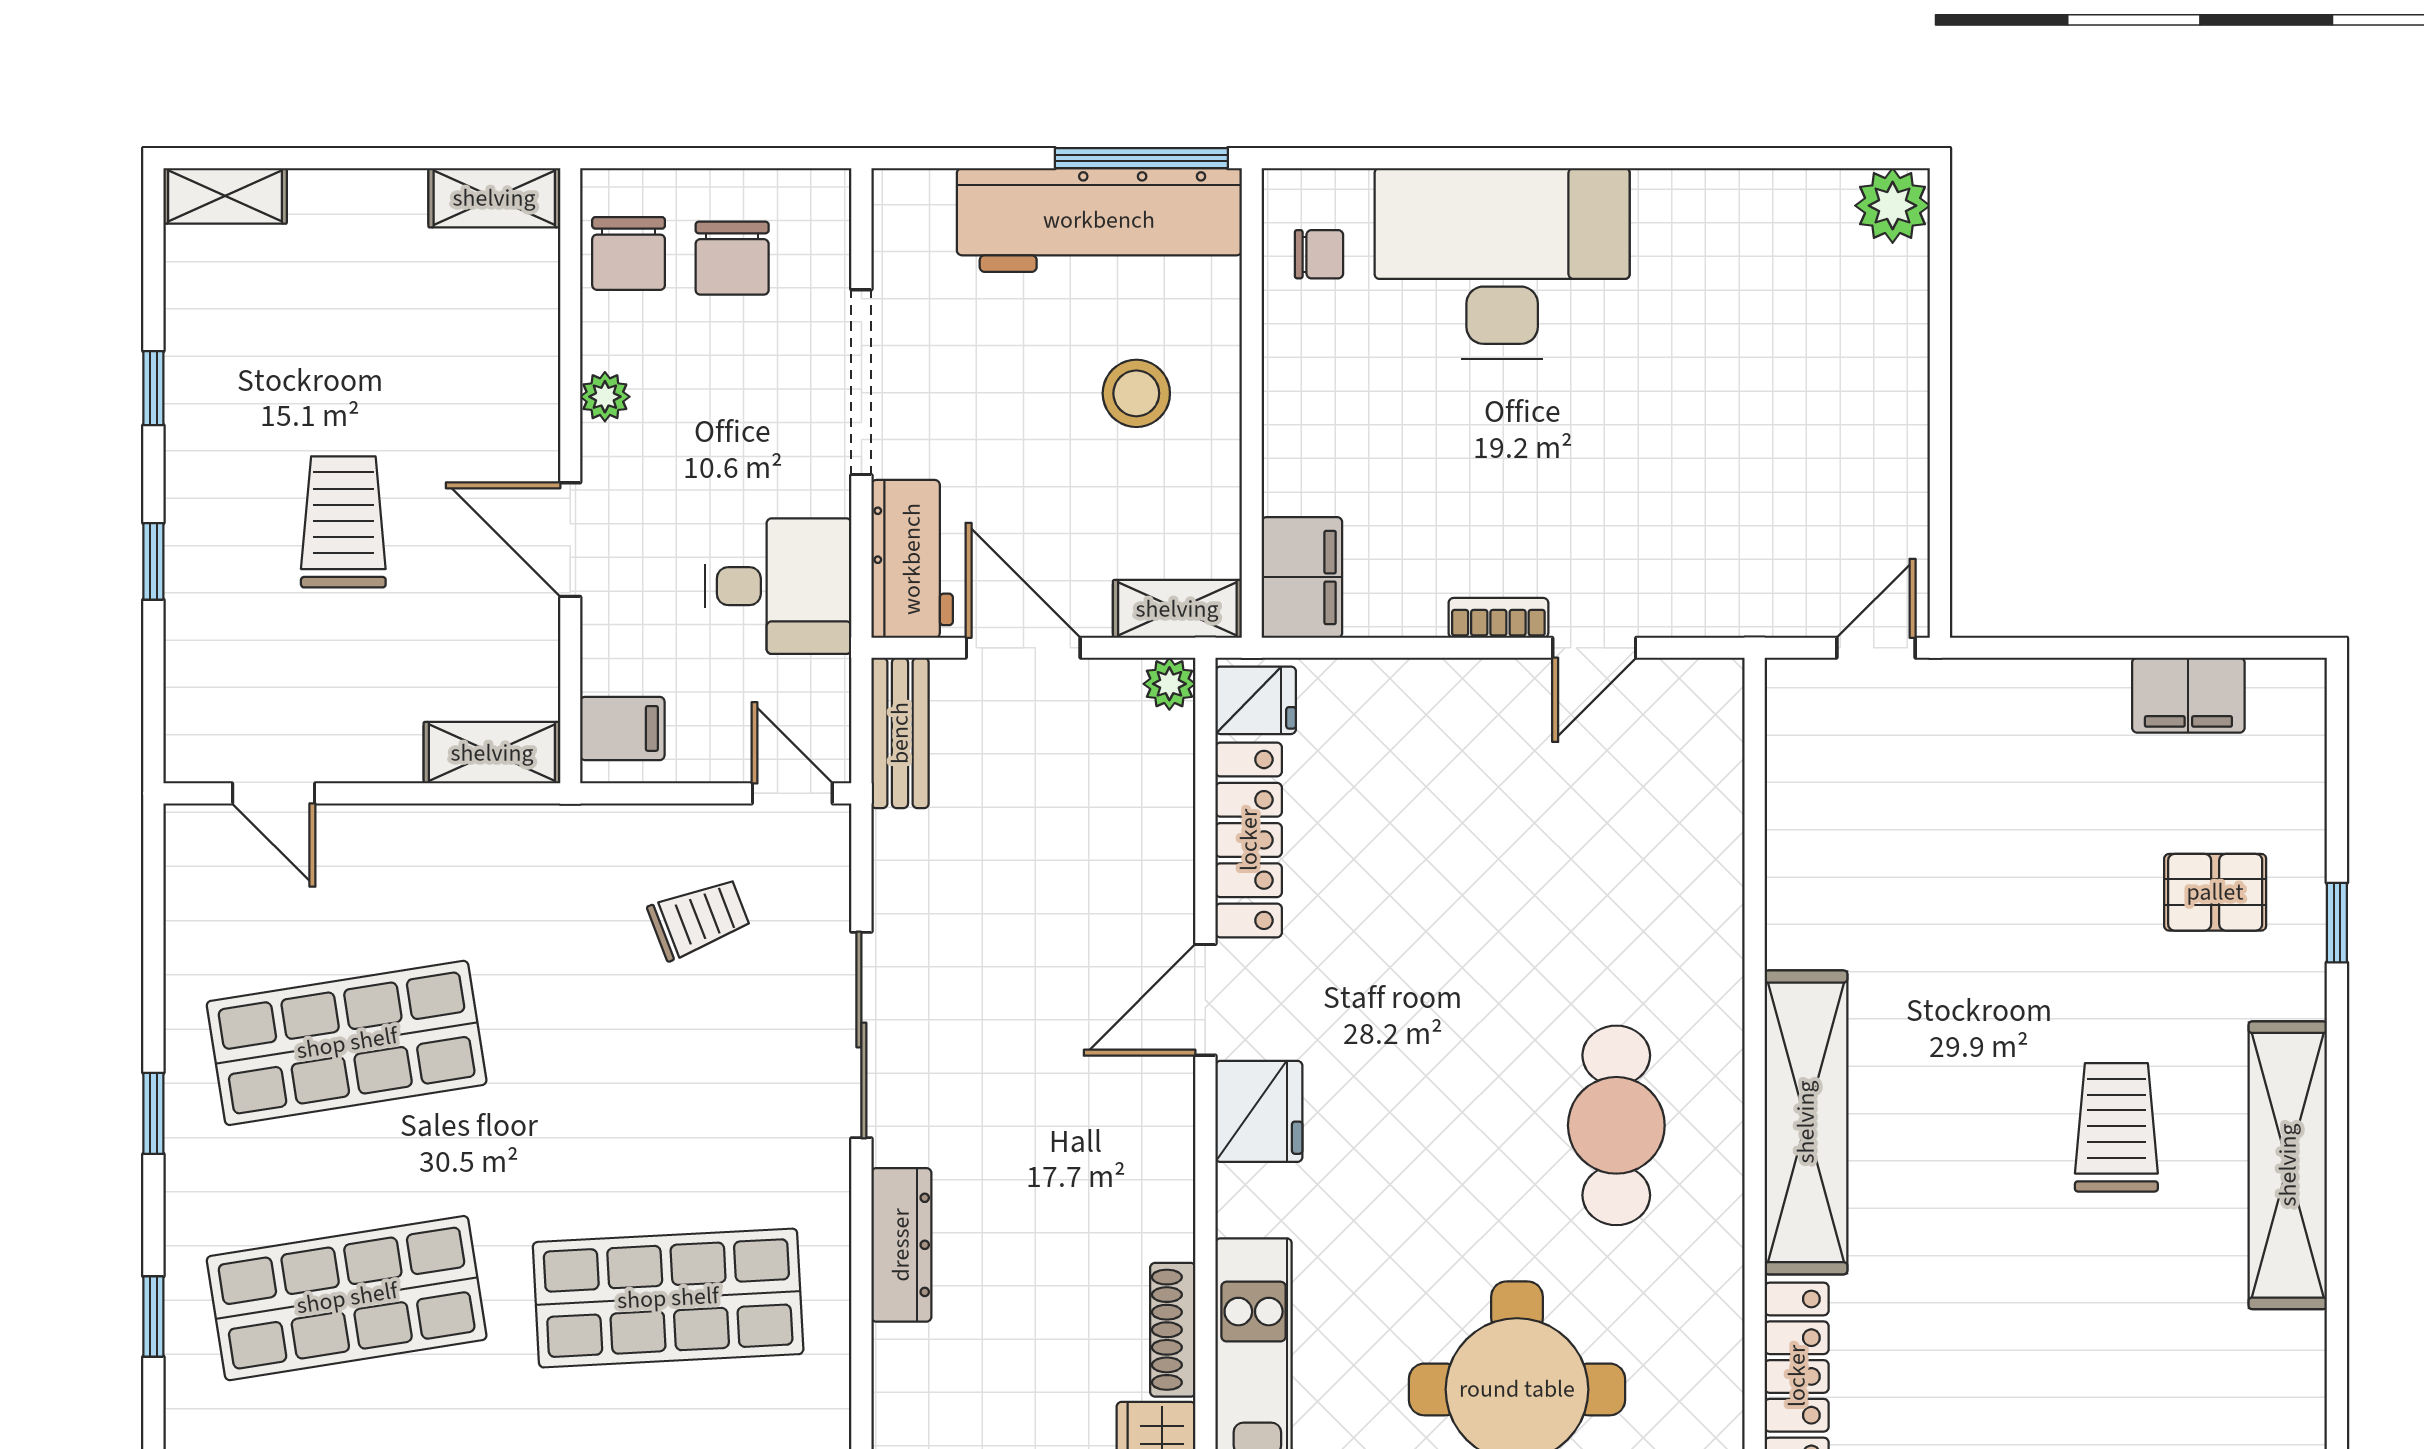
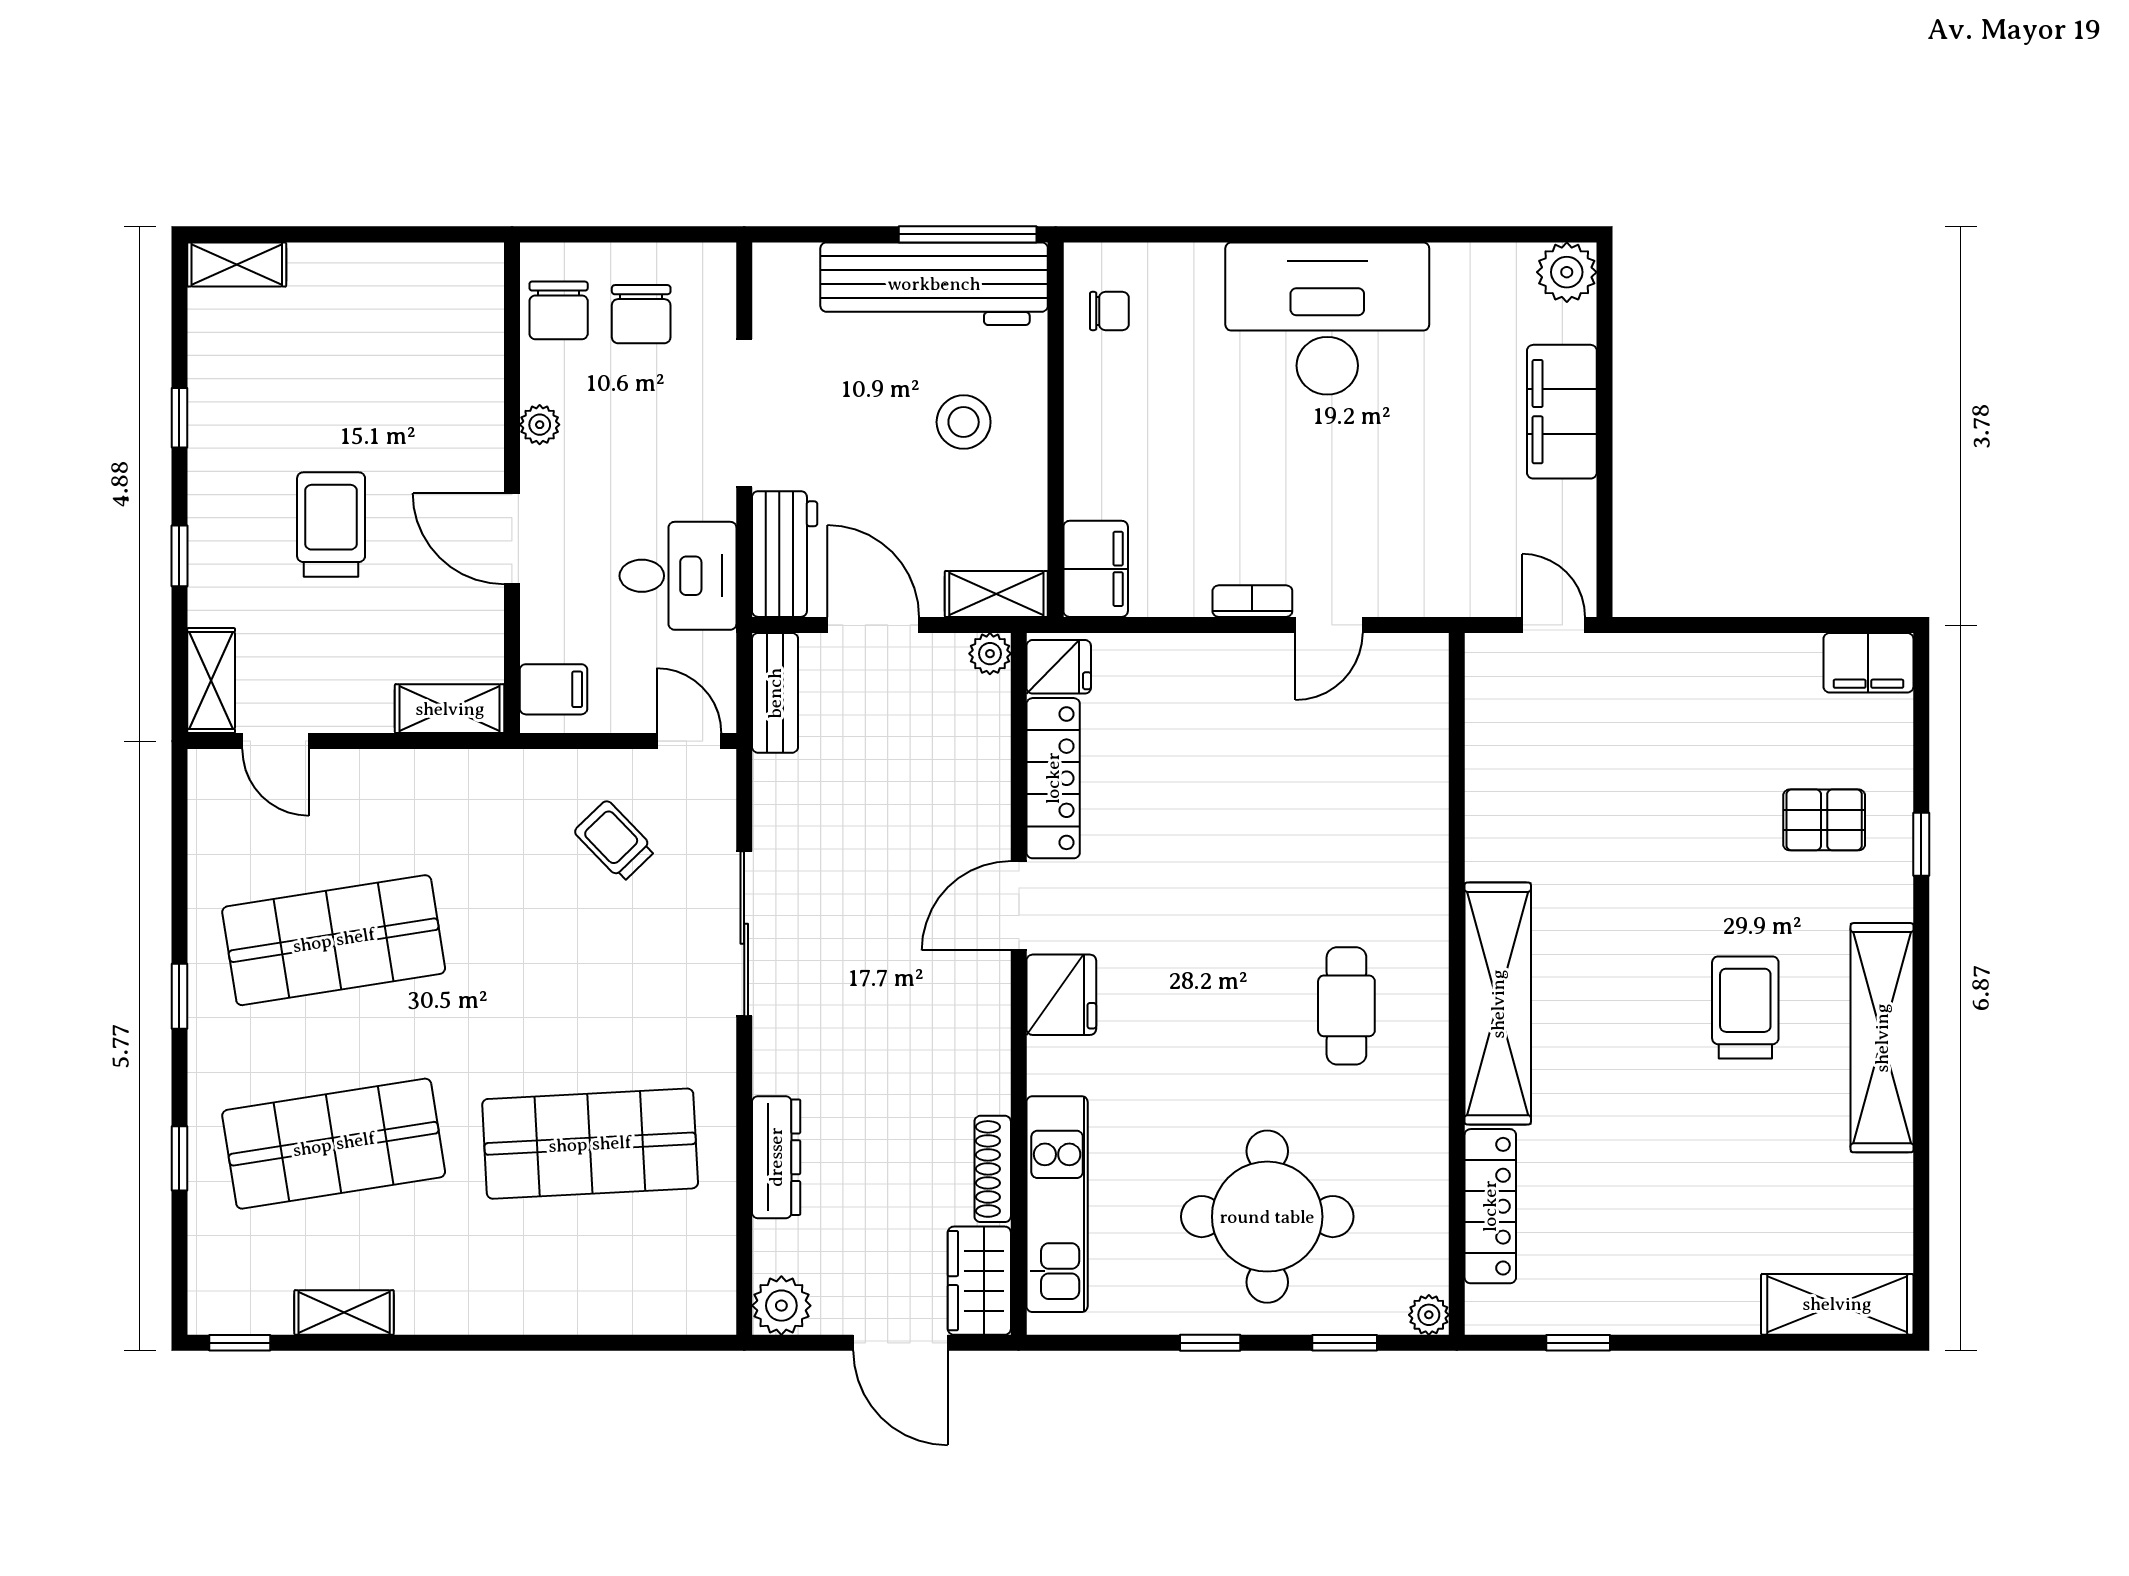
shelving: (494, 198) -> (211, 680), moved, turned 90
desk: (1502, 264) -> (1327, 318), moved
filing cabinet: (1886, 380) -> (1562, 412), added
door: (1876, 648) -> (1554, 625), hinge flipped
filing cabinet: (2188, 695) -> (1868, 663), moved
trolley: (699, 918) -> (615, 841), turned -113
cafe table: (1616, 1125) -> (1346, 1006), width x0.73, depth x0.74
dresser: (901, 1245) -> (776, 1157), moved

